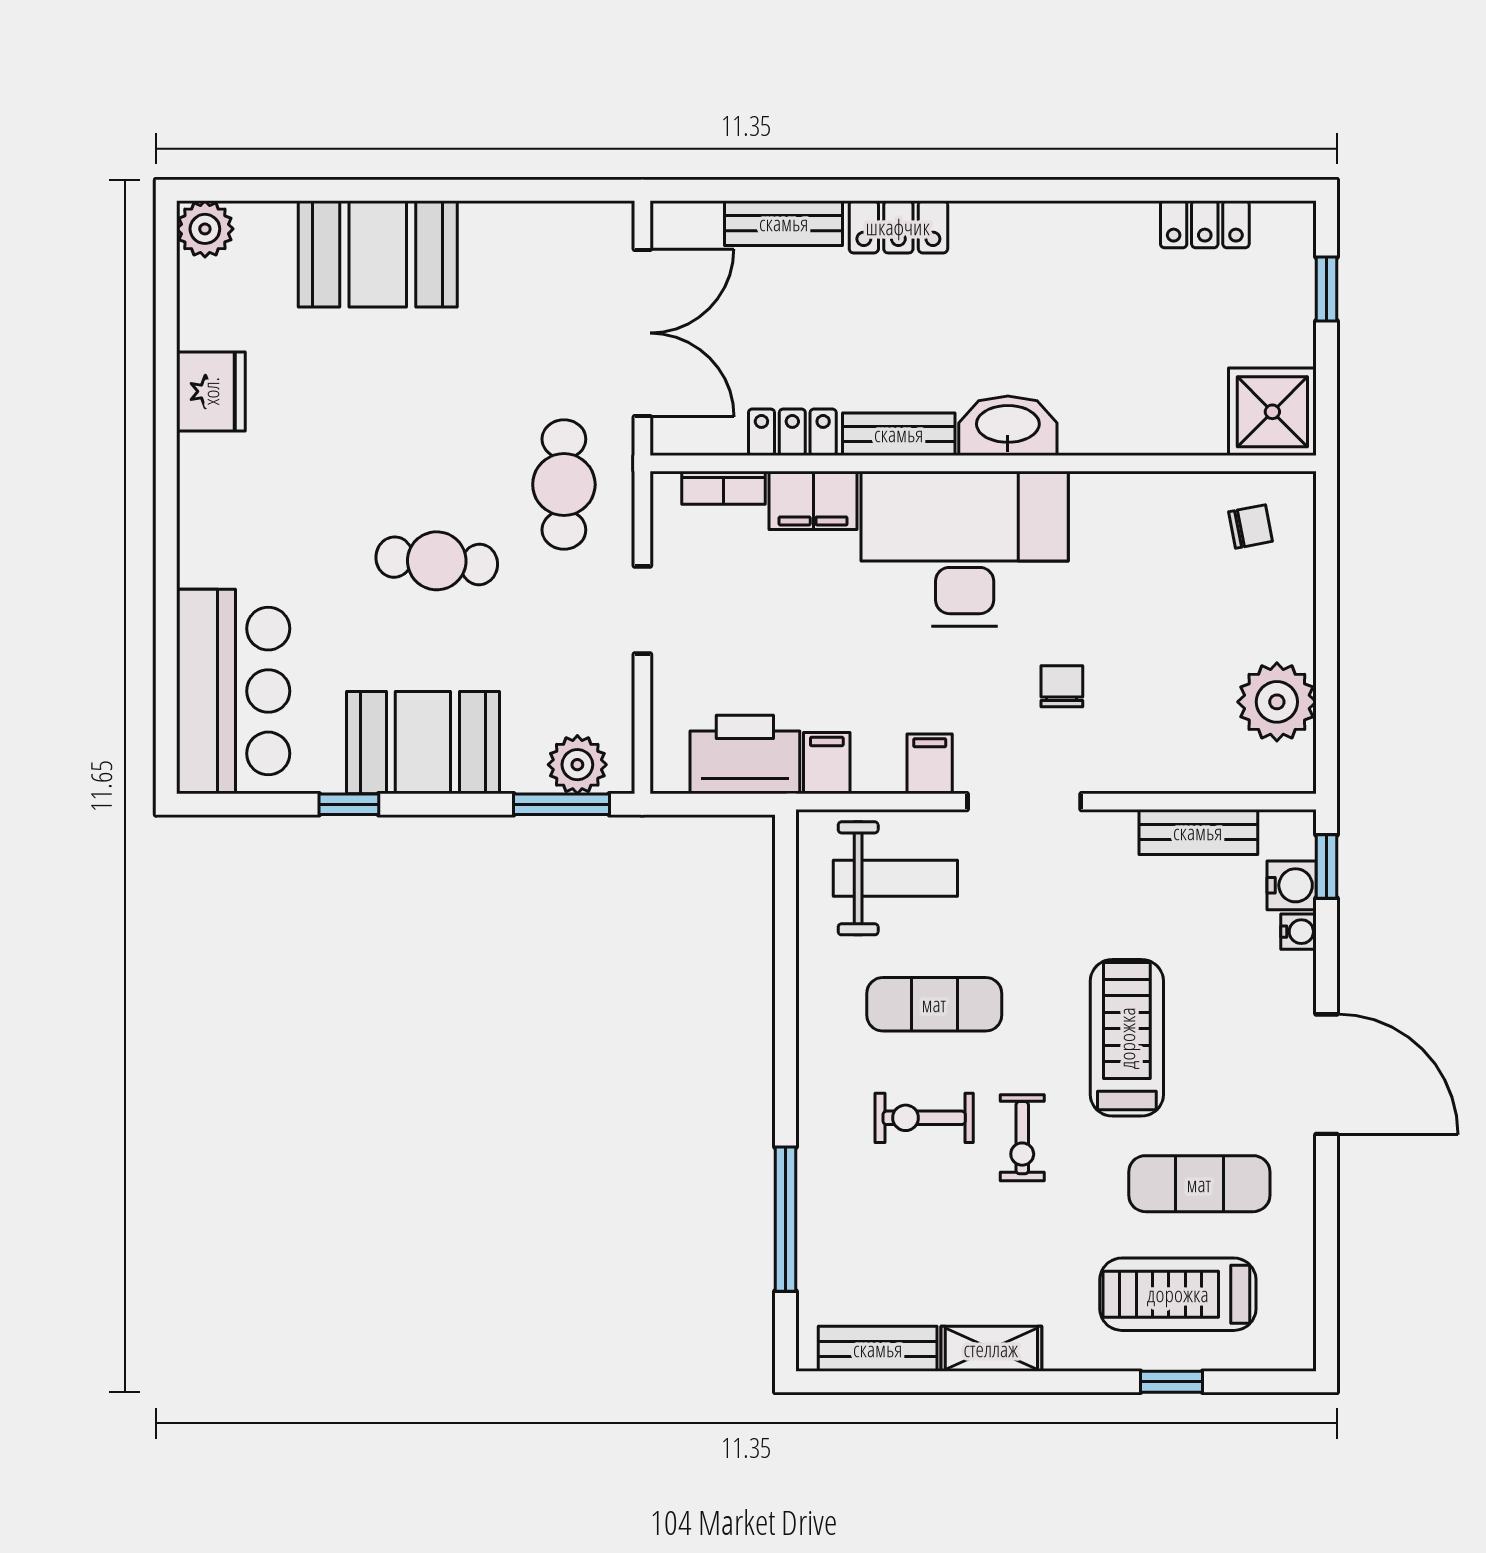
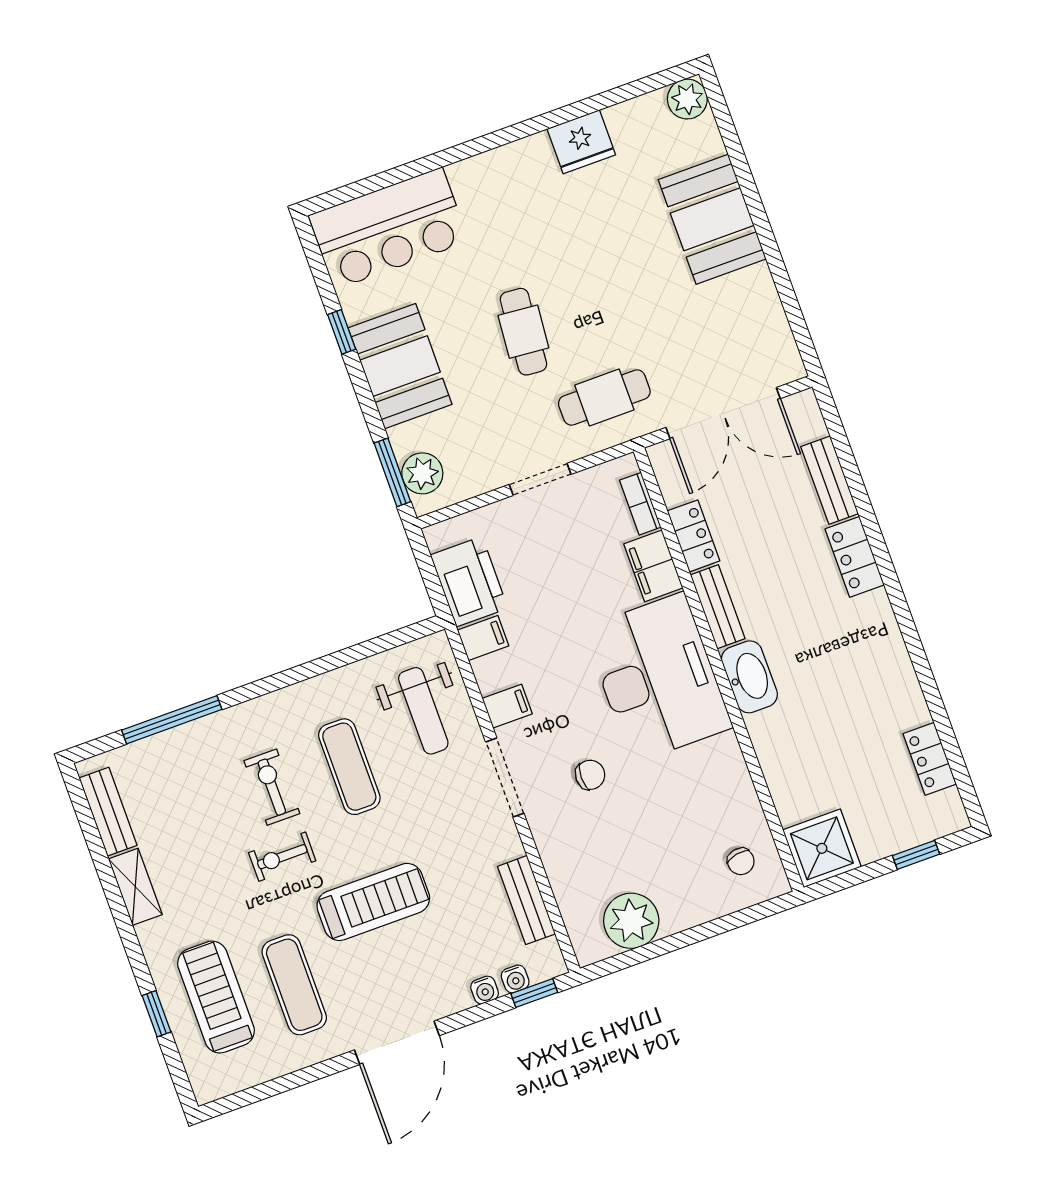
water cooler: (1292, 885) -> (515, 979), width x0.72, depth x0.72

